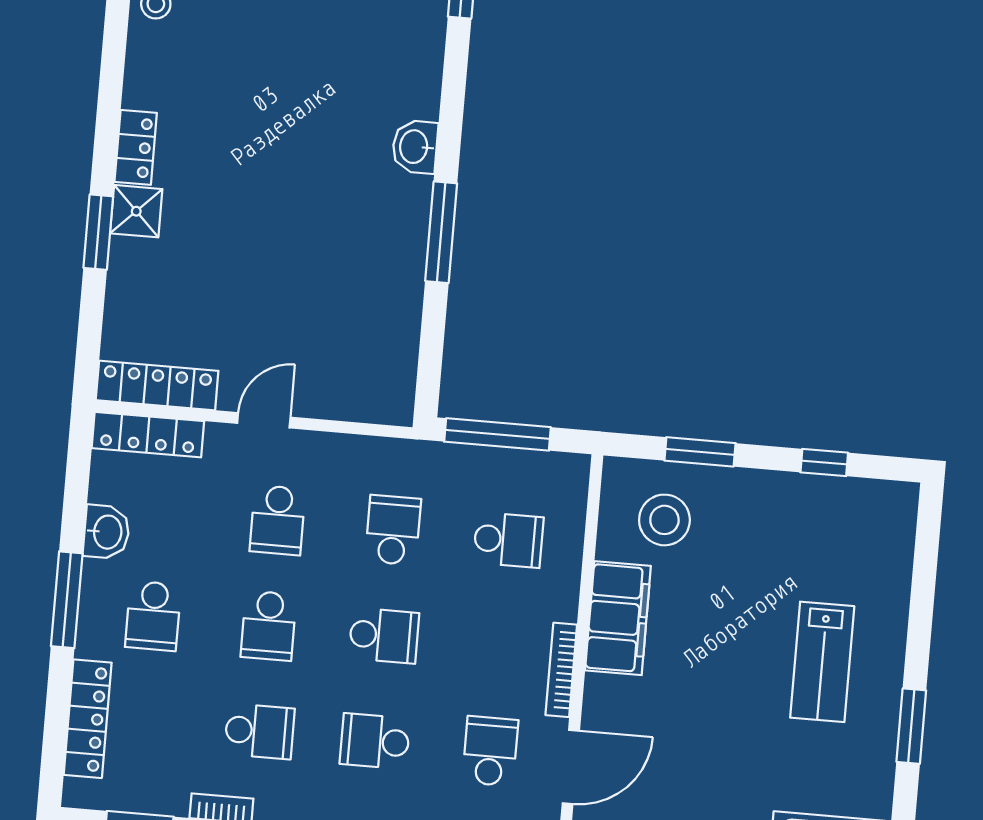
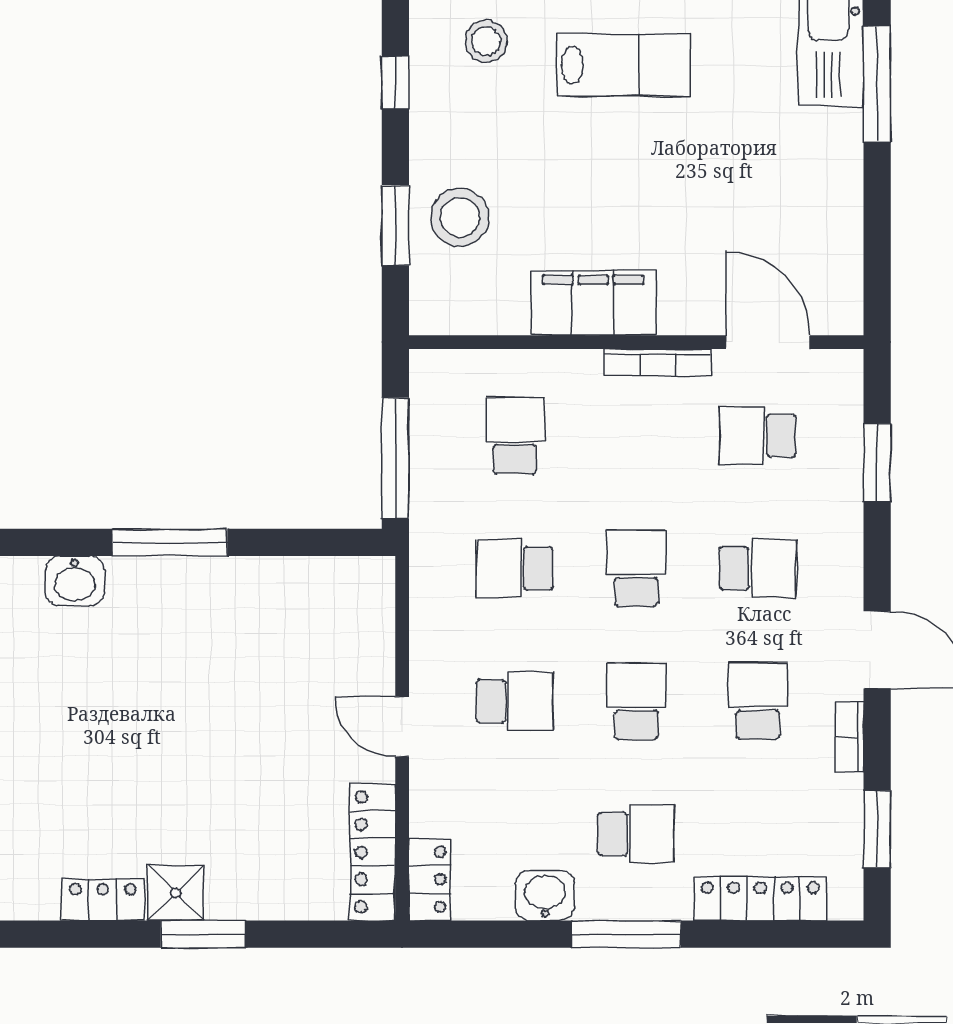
locker: (148, 435) -> (430, 879), width x0.66
stool: (664, 520) -> (460, 217), moved
stool: (853, 544) -> (486, 41), added
school desk: (269, 626) -> (636, 701), turned -90
school desk: (375, 741) -> (758, 568), turned -90

